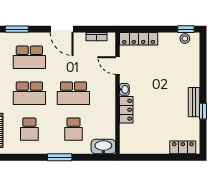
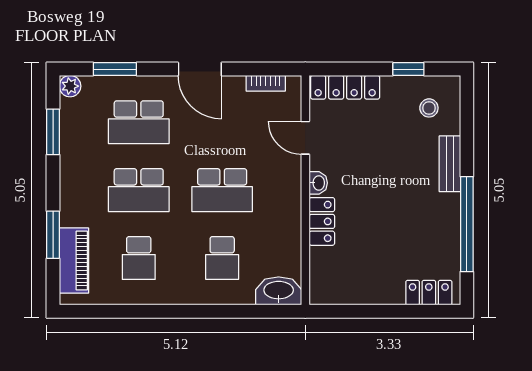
window: (186, 29) -> (408, 69), moved
stool: (185, 38) -> (429, 108), moved
bench: (194, 102) -> (450, 164), moved
window: (203, 111) -> (467, 224), width x3.17
window: (60, 157) -> (196, 311), removed

